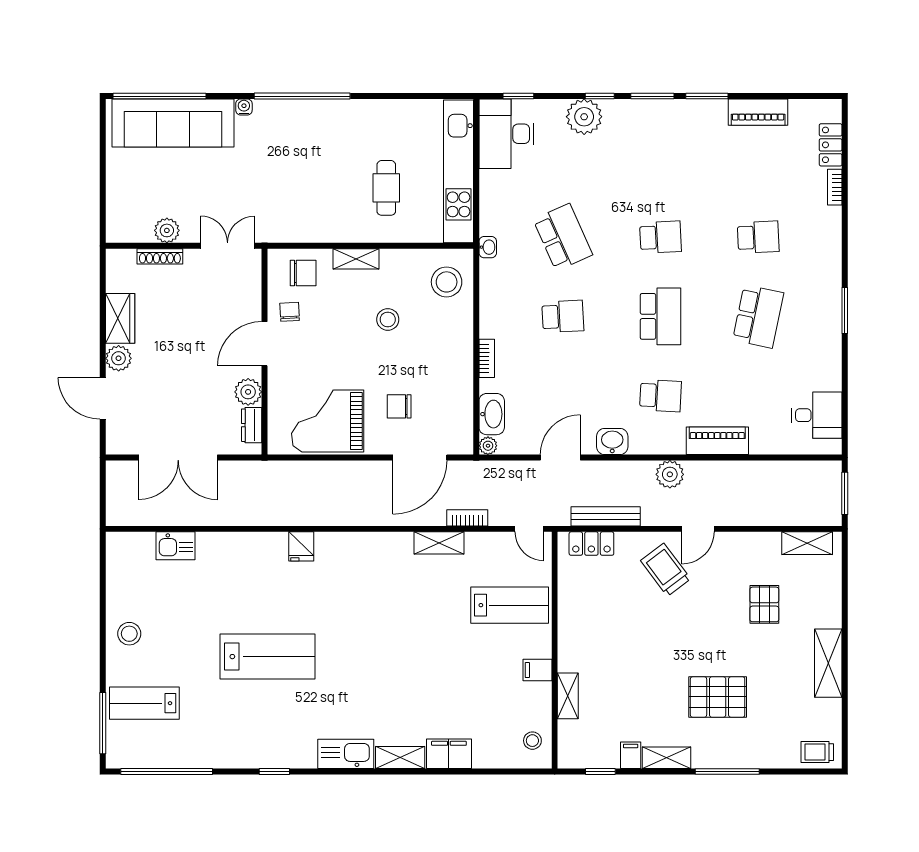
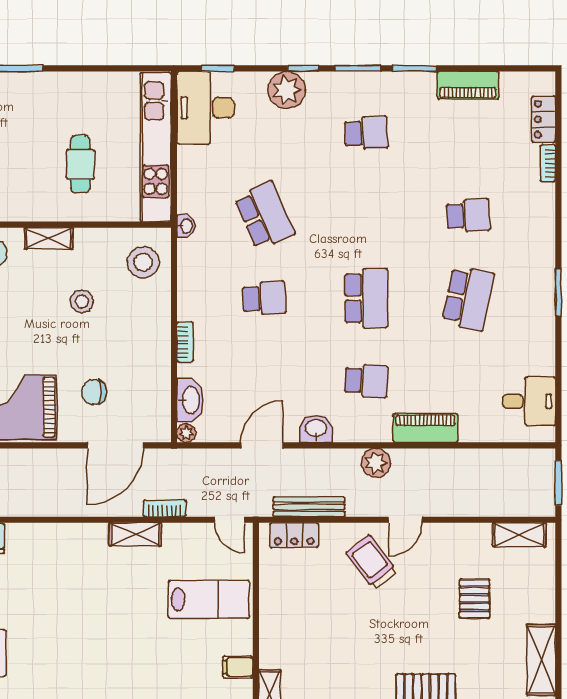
school desk: (660, 237) -> (366, 133), moved

